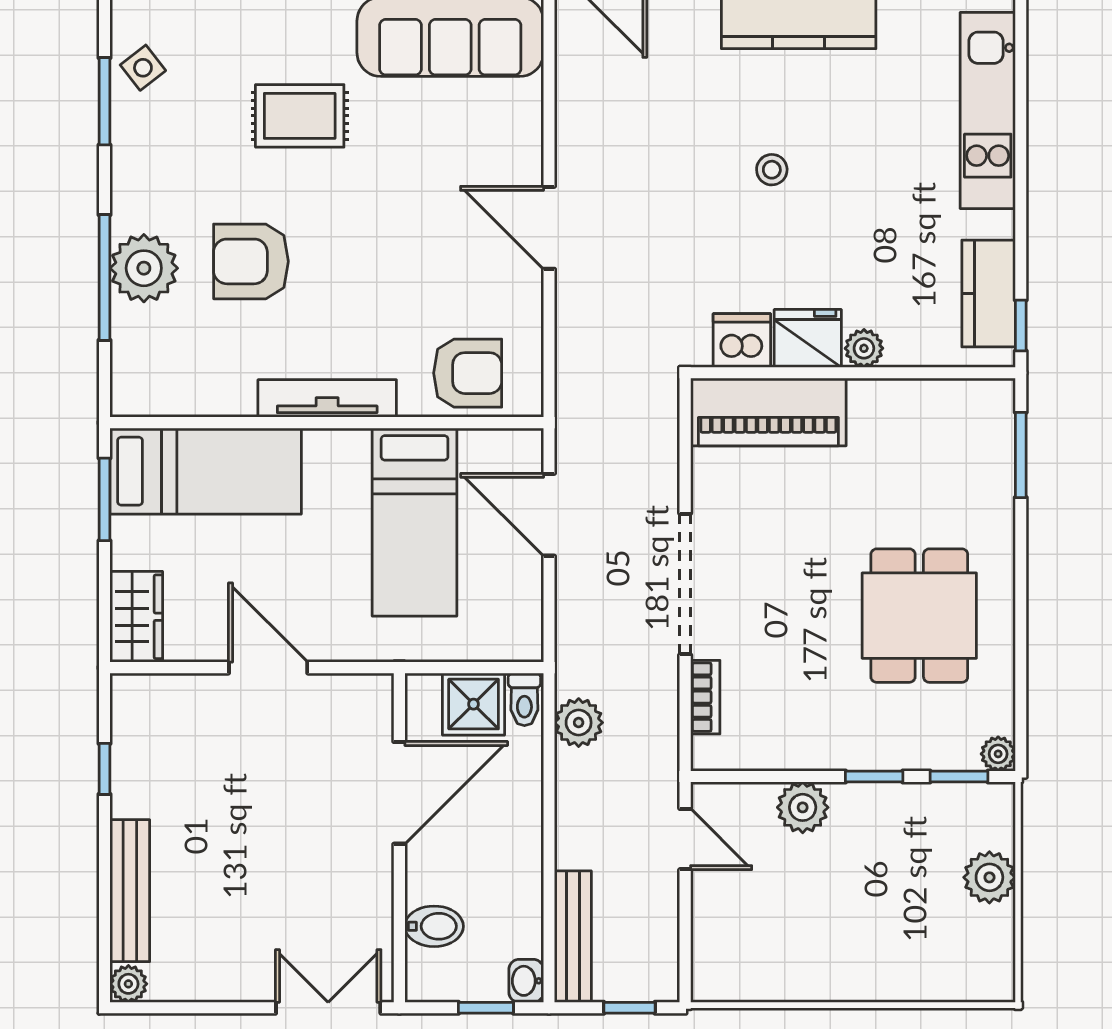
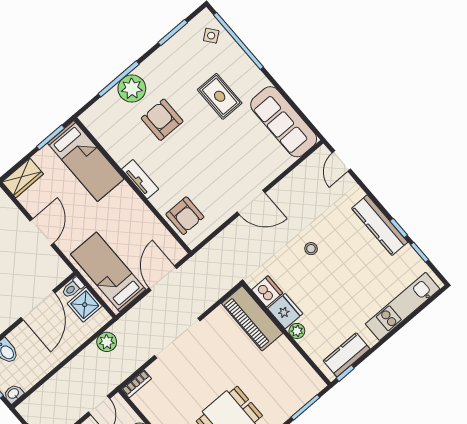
side table: (143, 68) -> (211, 36), moved
stool: (772, 170) -> (311, 249), moved
door: (549, 228) -> (251, 202), swing flipped
tv unit: (327, 398) -> (140, 179), width x0.71
bed: (415, 522) -> (108, 272), moved, turned 90
bookcase: (705, 697) -> (137, 384), moved
toilet: (524, 699) -> (73, 288), moved
door: (399, 793) -> (38, 305), hinge flipped
bench: (573, 937) -> (39, 396), removed

